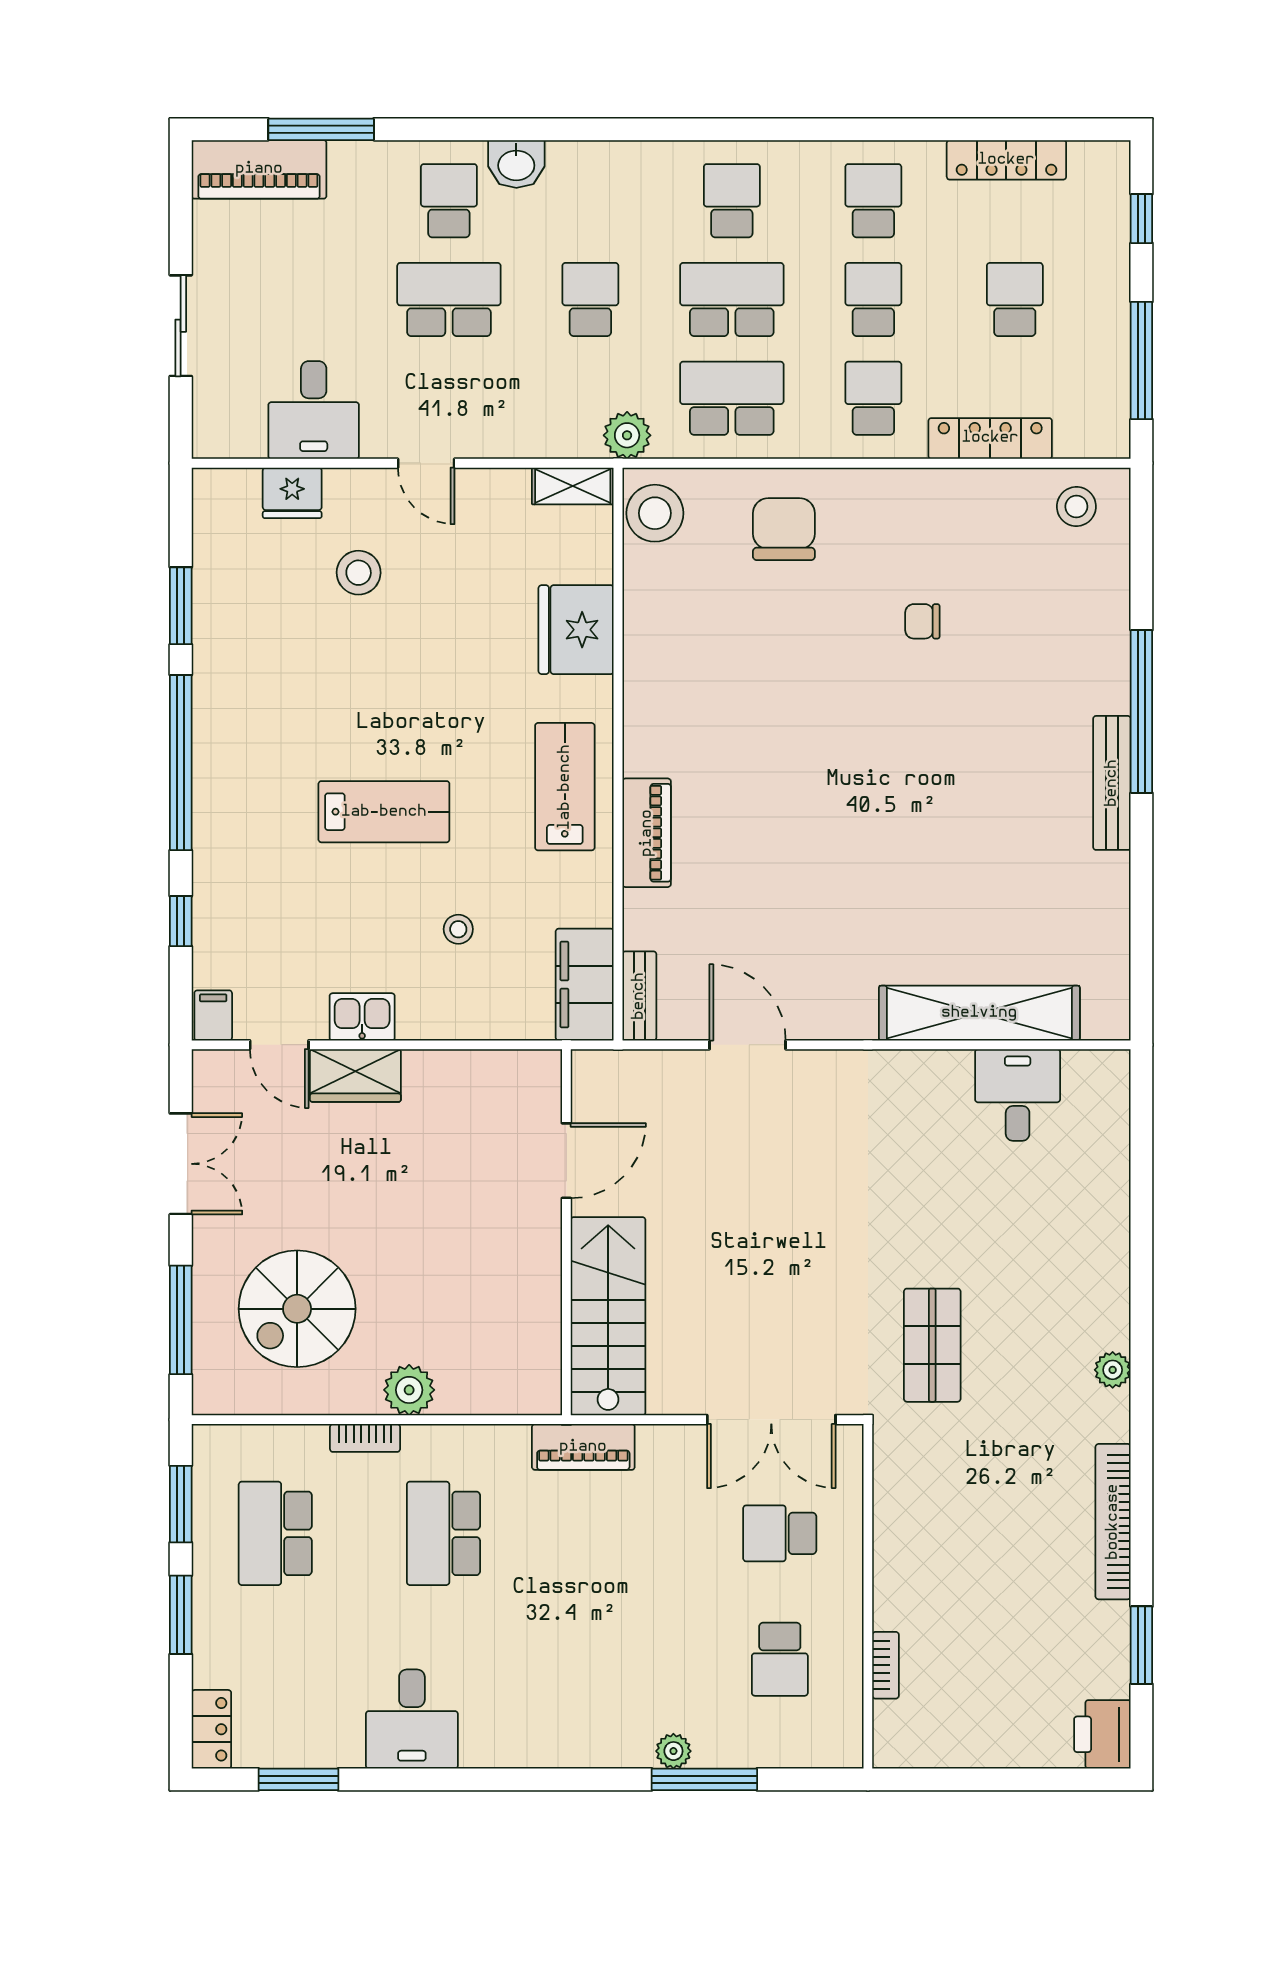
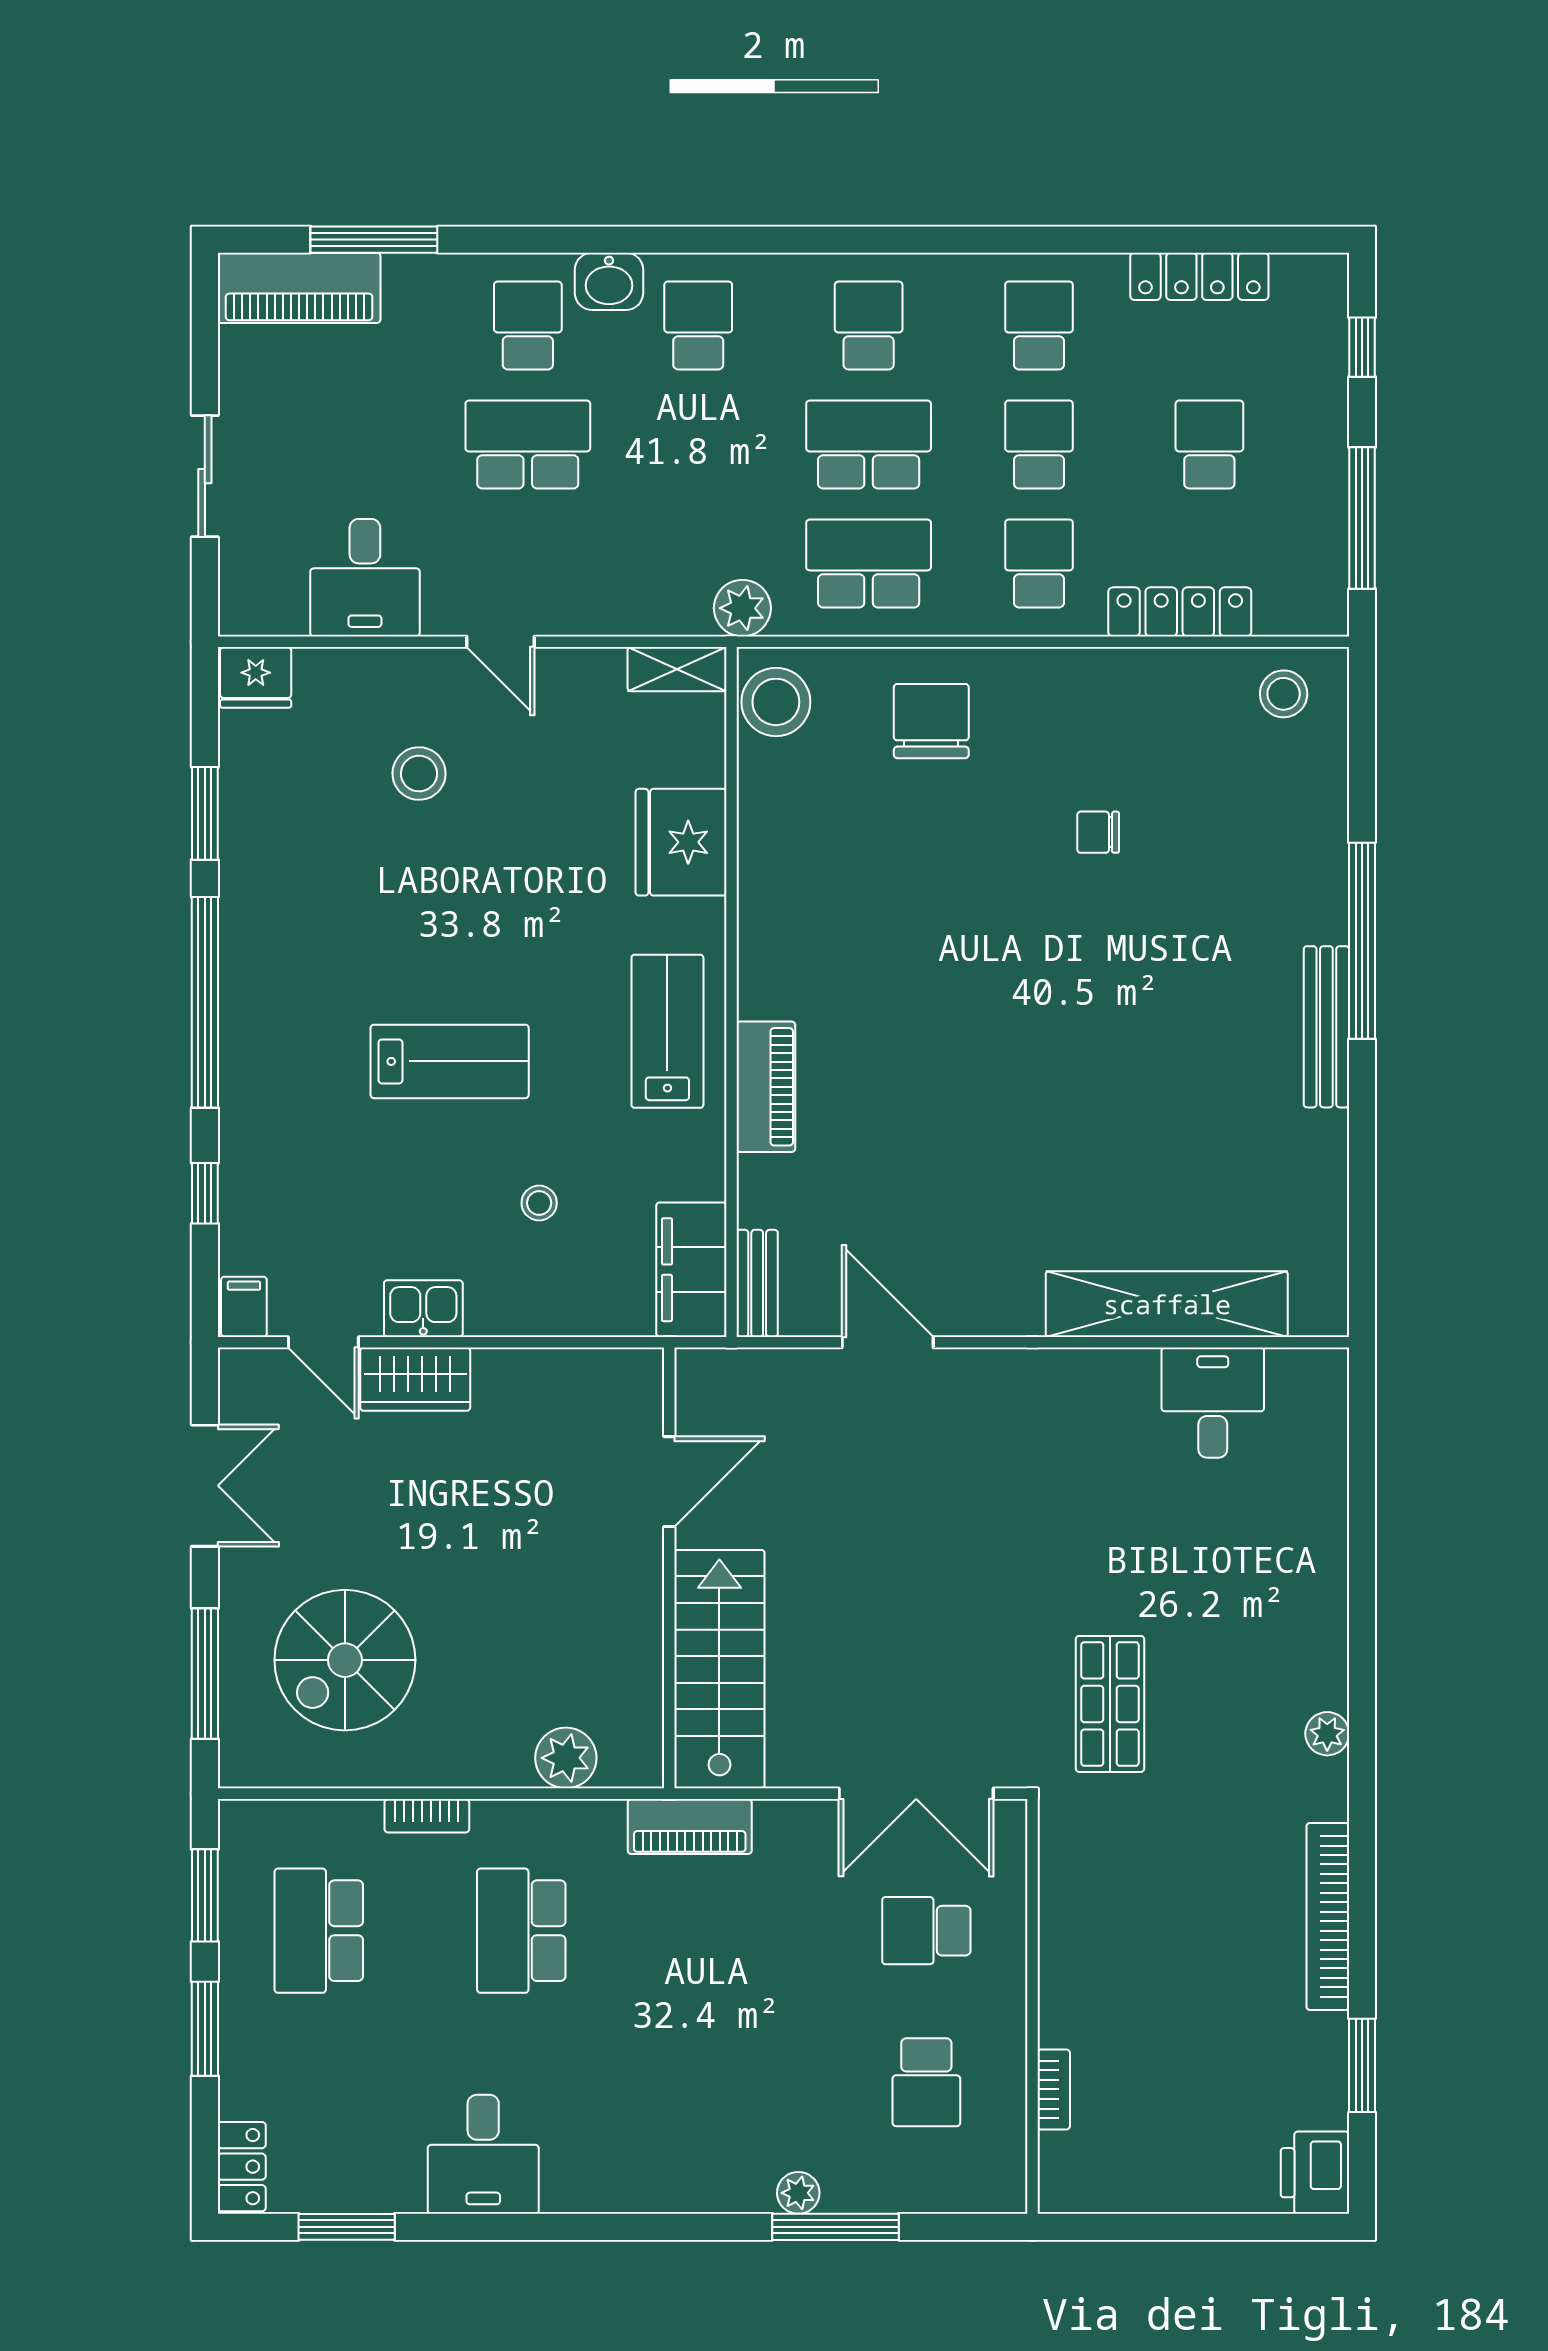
school desk: (590, 299) -> (698, 326), moved
fridge: (292, 493) -> (256, 677), moved
plant: (409, 1390) -> (566, 1758), moved

